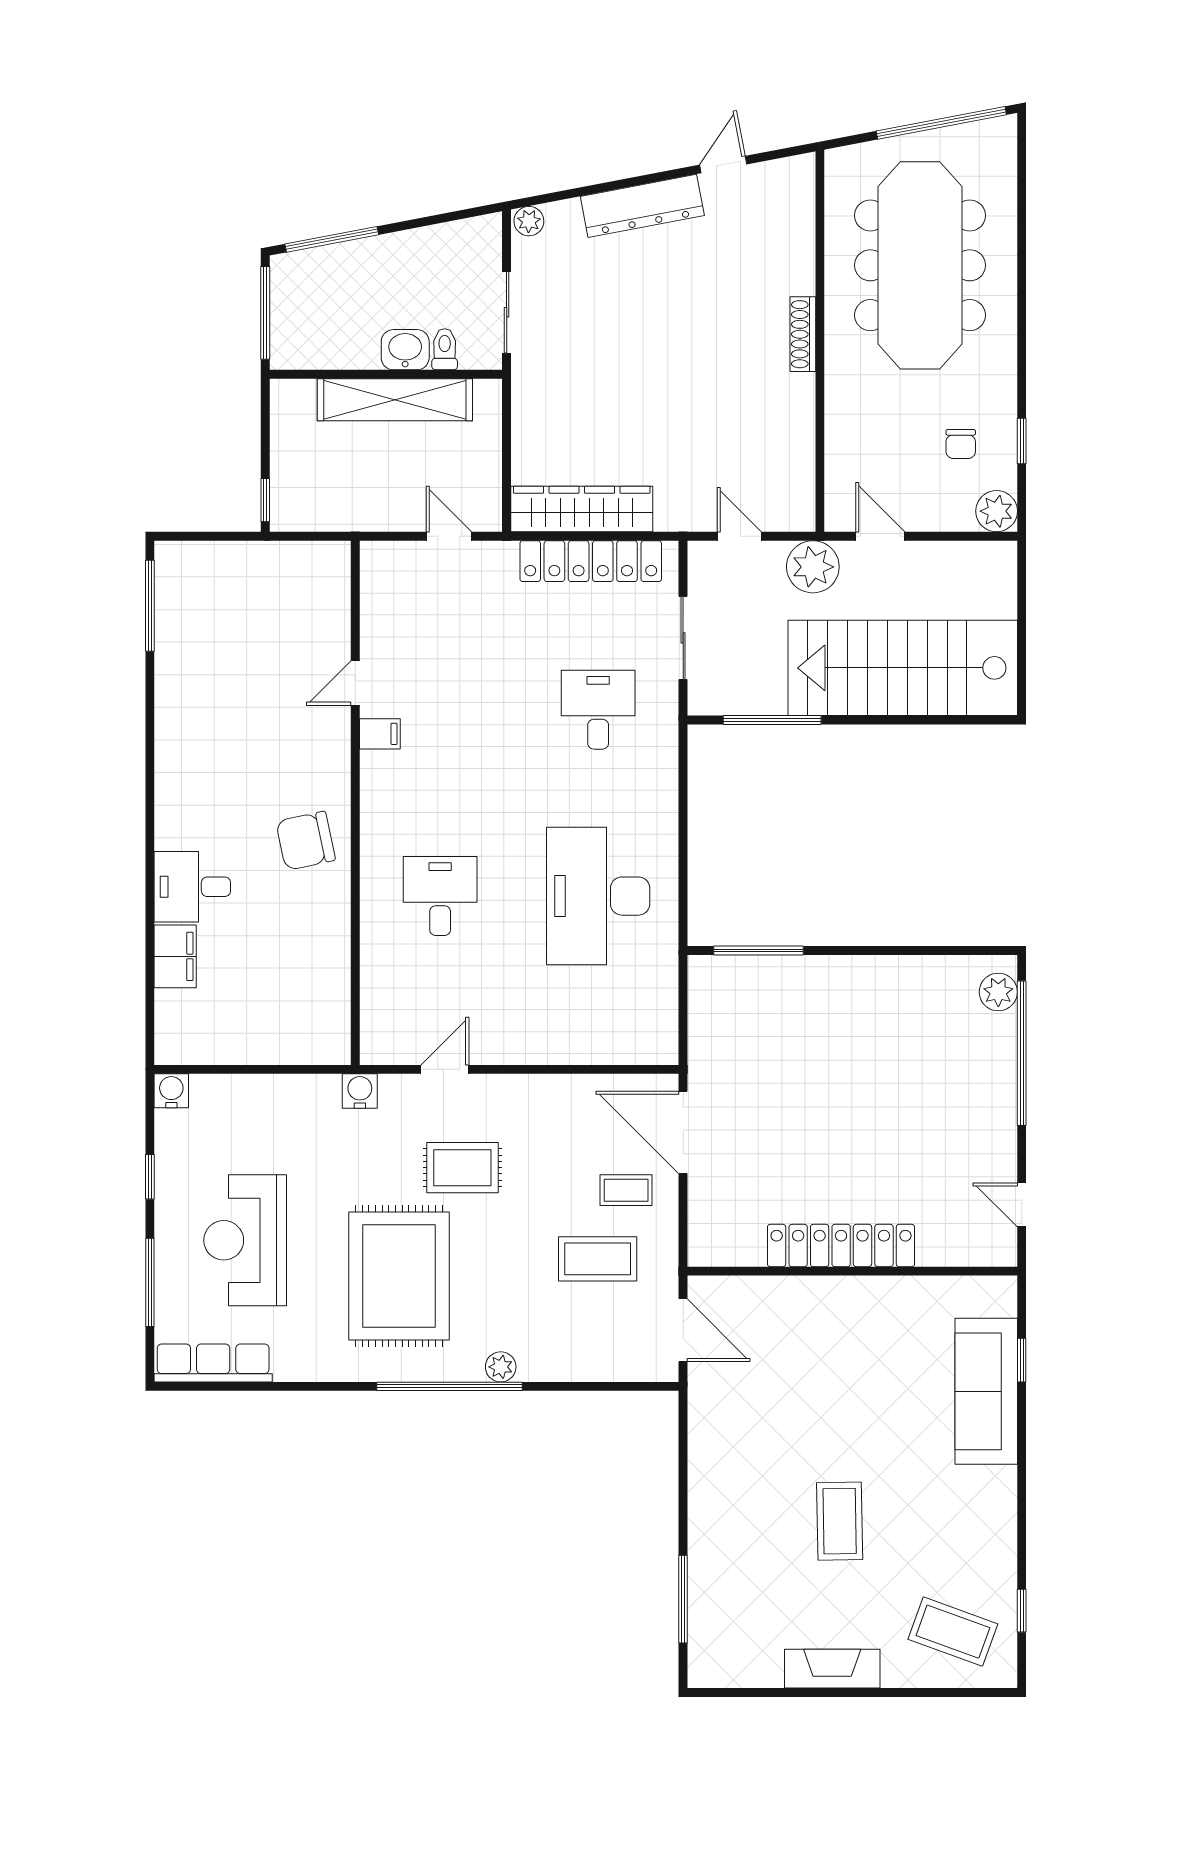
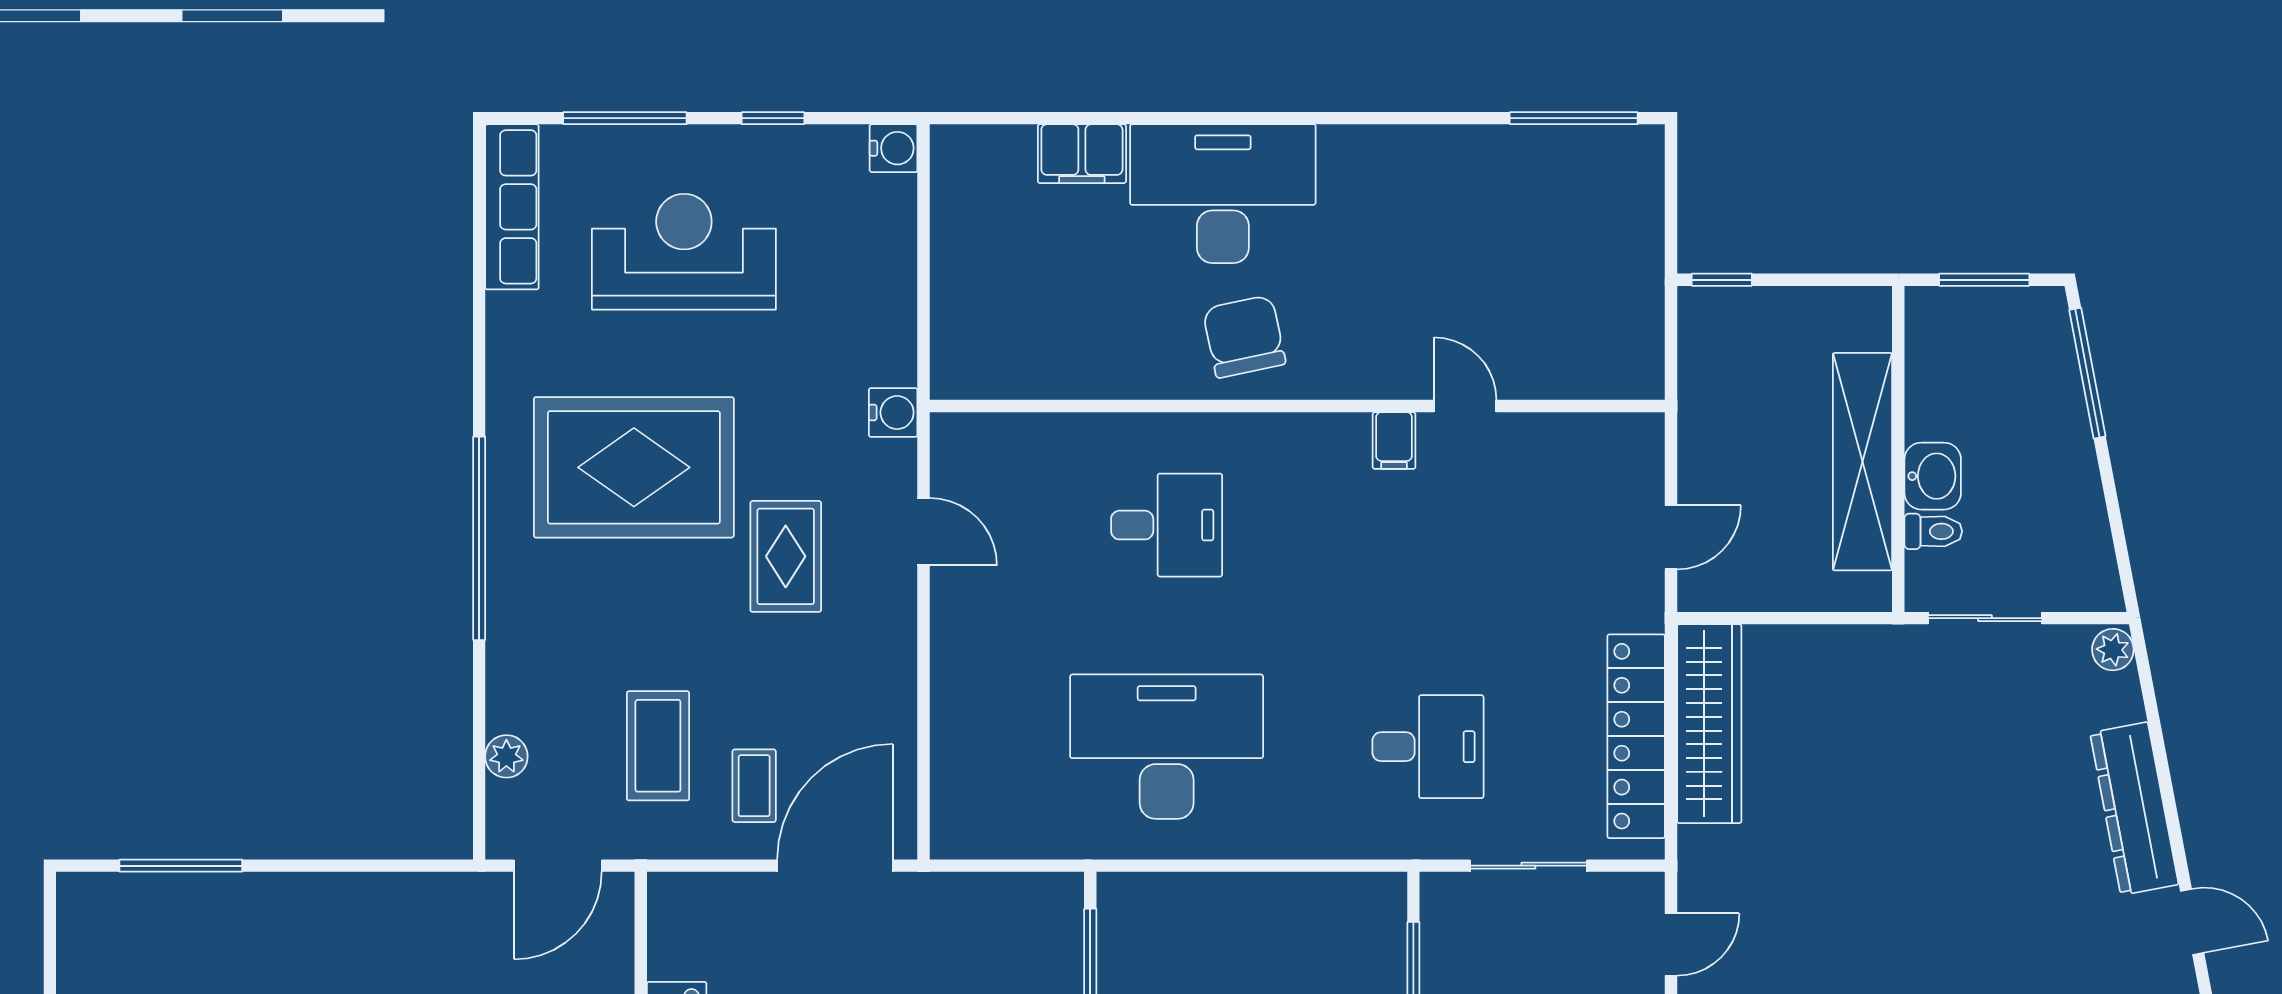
window: (265, 313) -> (1984, 280), width x0.69
desk: (192, 887) -> (1223, 194), width x1.87, depth x1.30
plant: (501, 1367) -> (506, 756), moved

